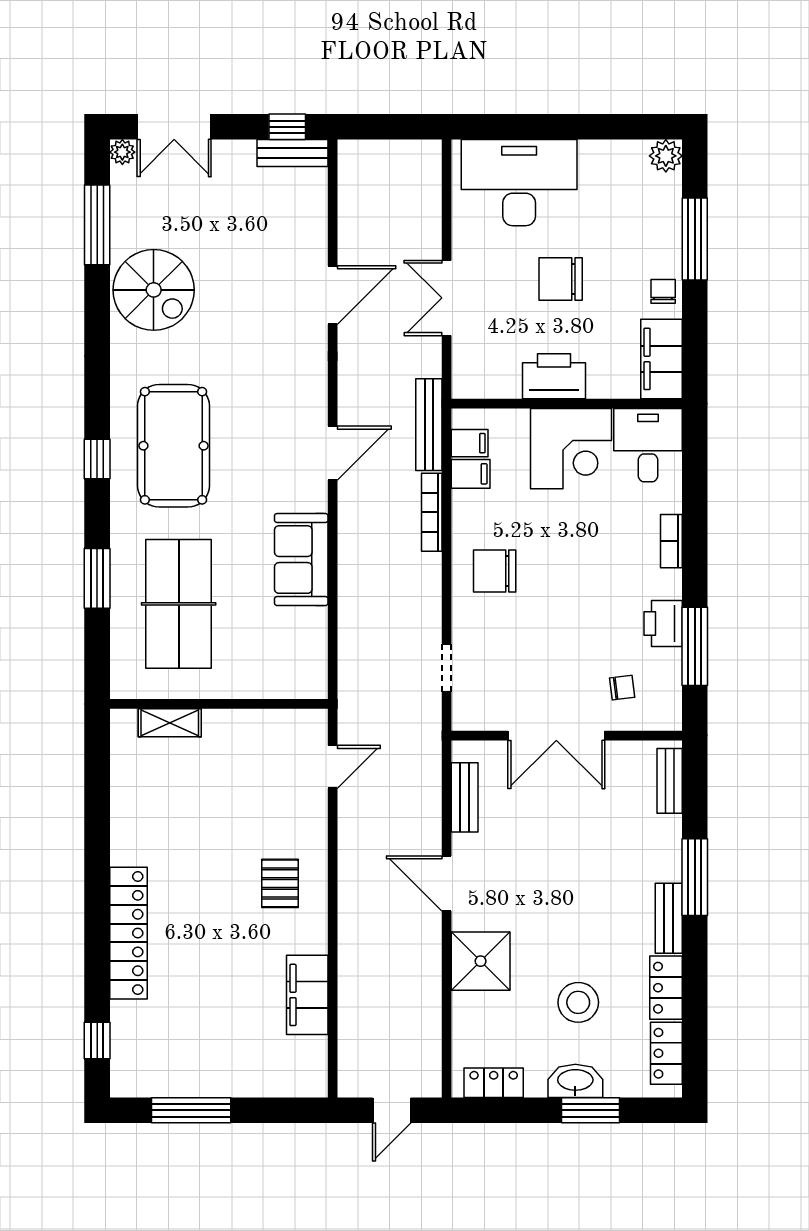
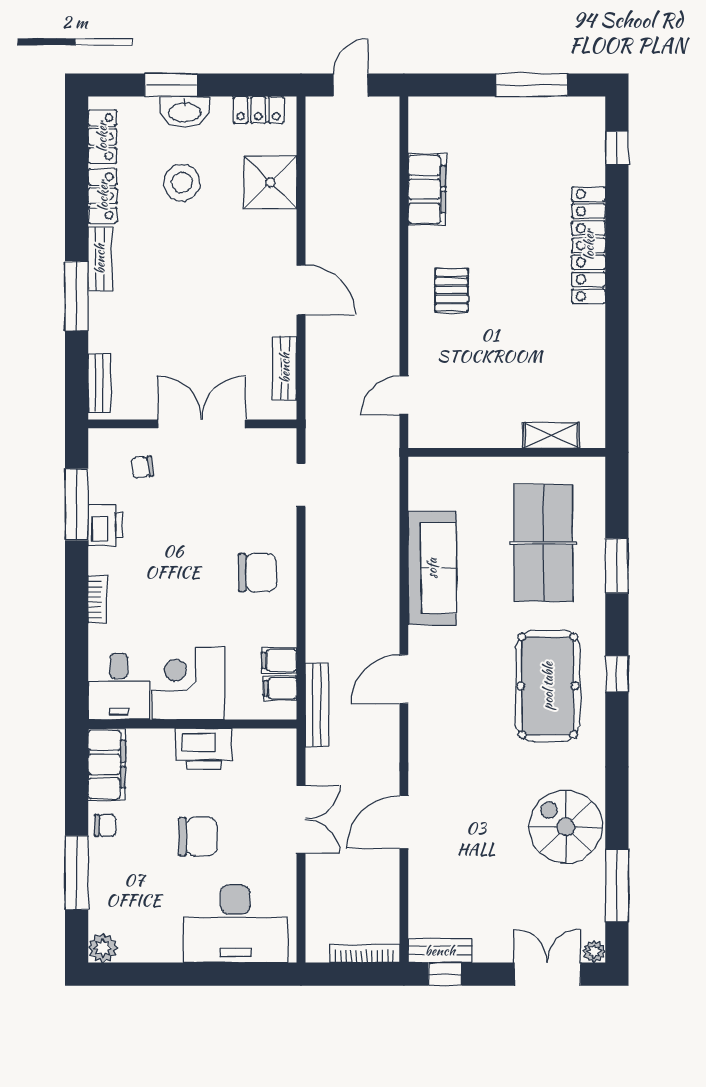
chair: (663, 291) -> (105, 825), turned -90
bookcase: (432, 512) -> (364, 954), moved, turned -90
sofa: (301, 560) -> (432, 568), width x1.36
shower: (481, 961) -> (270, 182), moved

